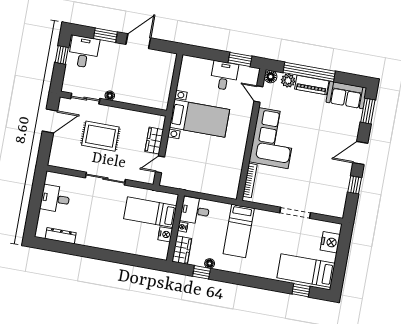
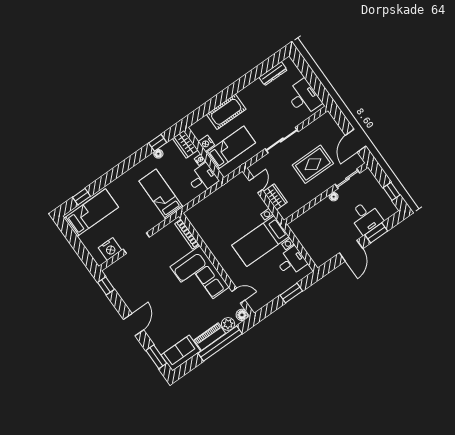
desk: (84, 52) -> (366, 217), moved
window: (240, 59) -> (291, 293), moved
desk: (224, 76) -> (291, 261), moved, turned -90
window: (355, 185) -> (106, 286), moved
desk: (55, 199) -> (304, 97), width x1.37
nightstand: (330, 242) -> (110, 249), moved, turned -90
cot: (126, 243) -> (226, 112), added

